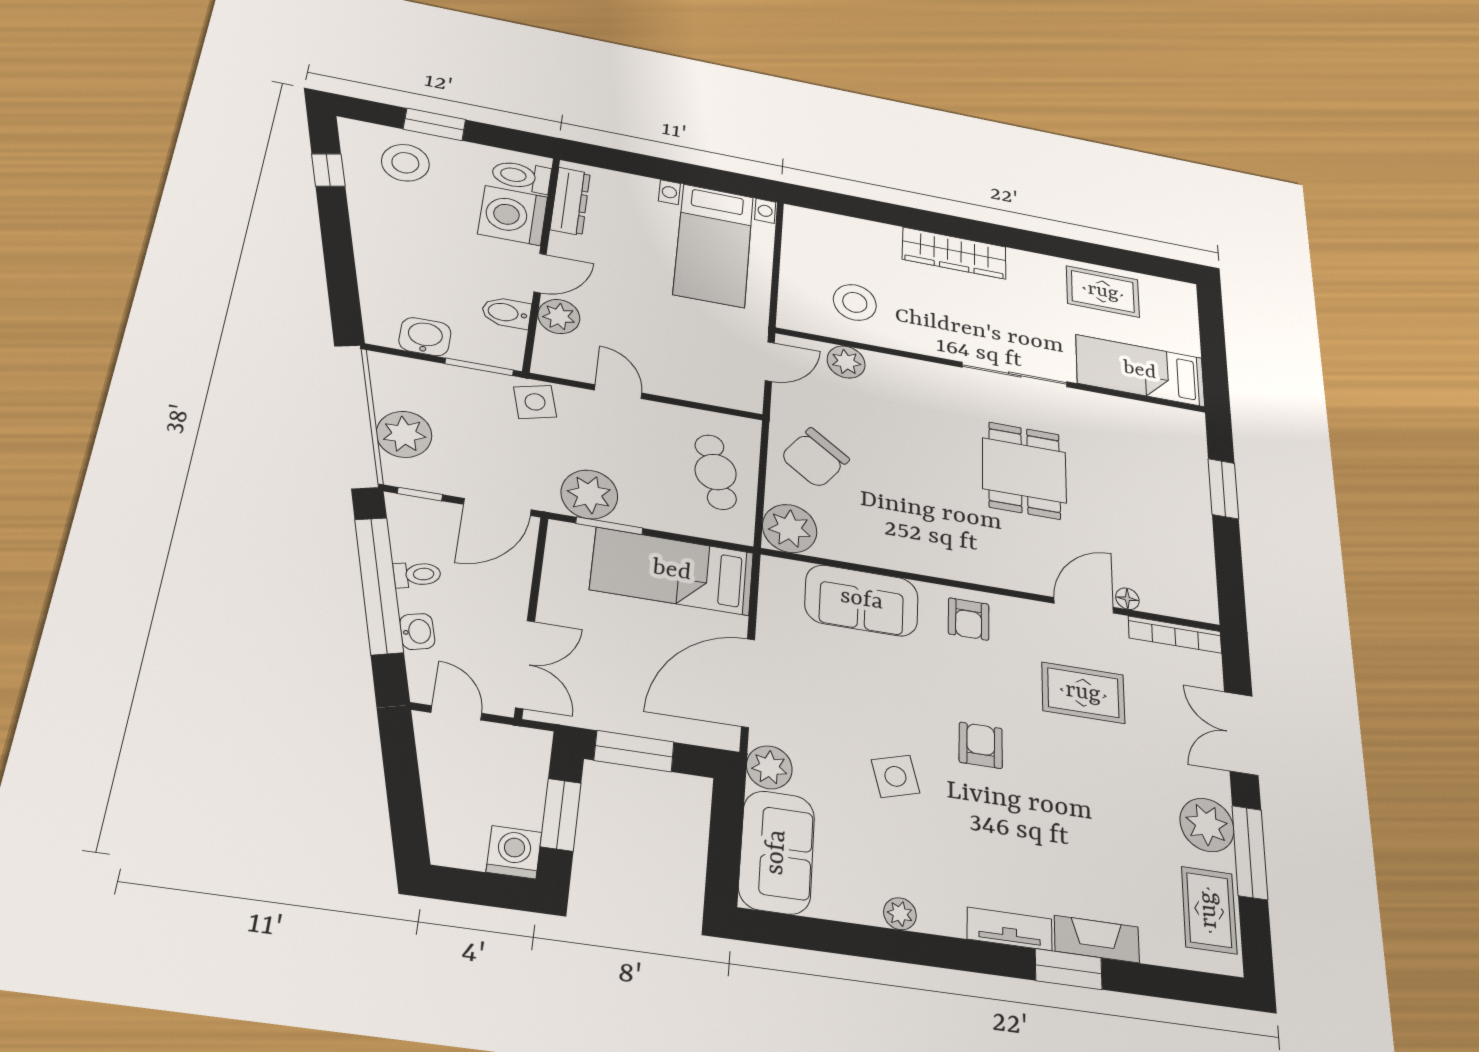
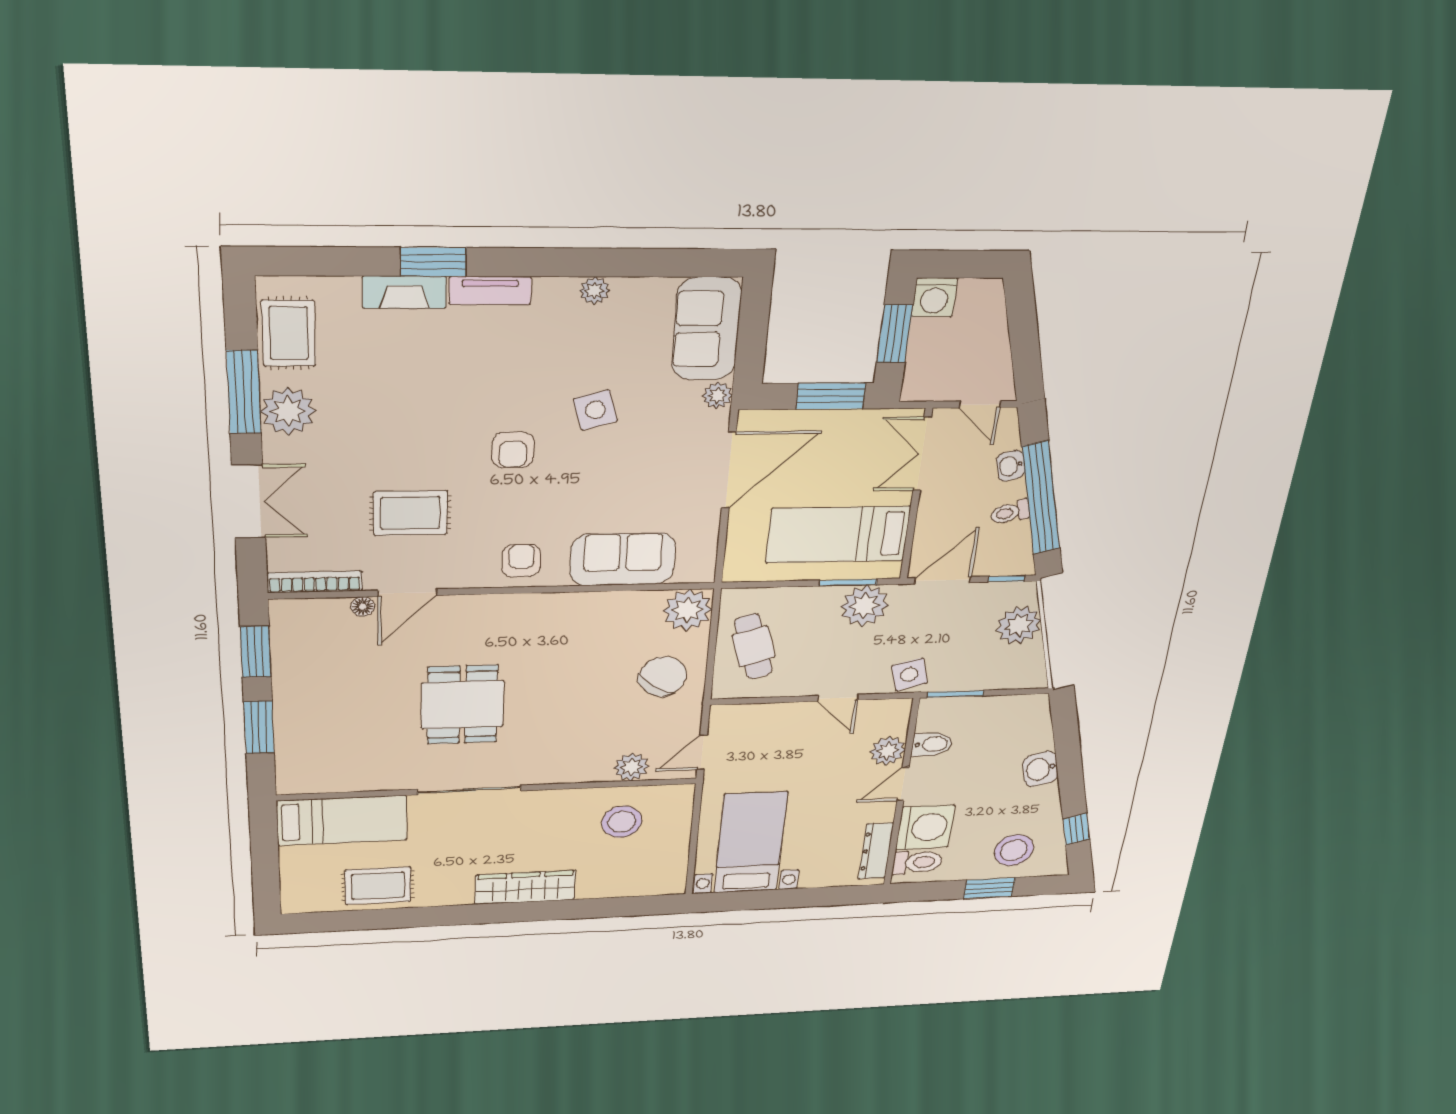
washbasin: (425, 337) -> (1040, 769), moved, turned 75
window: (1229, 570) -> (256, 652), added
bed: (672, 571) -> (838, 535), moved, turned 180
plant: (769, 767) -> (717, 395), width x0.73, depth x0.73

